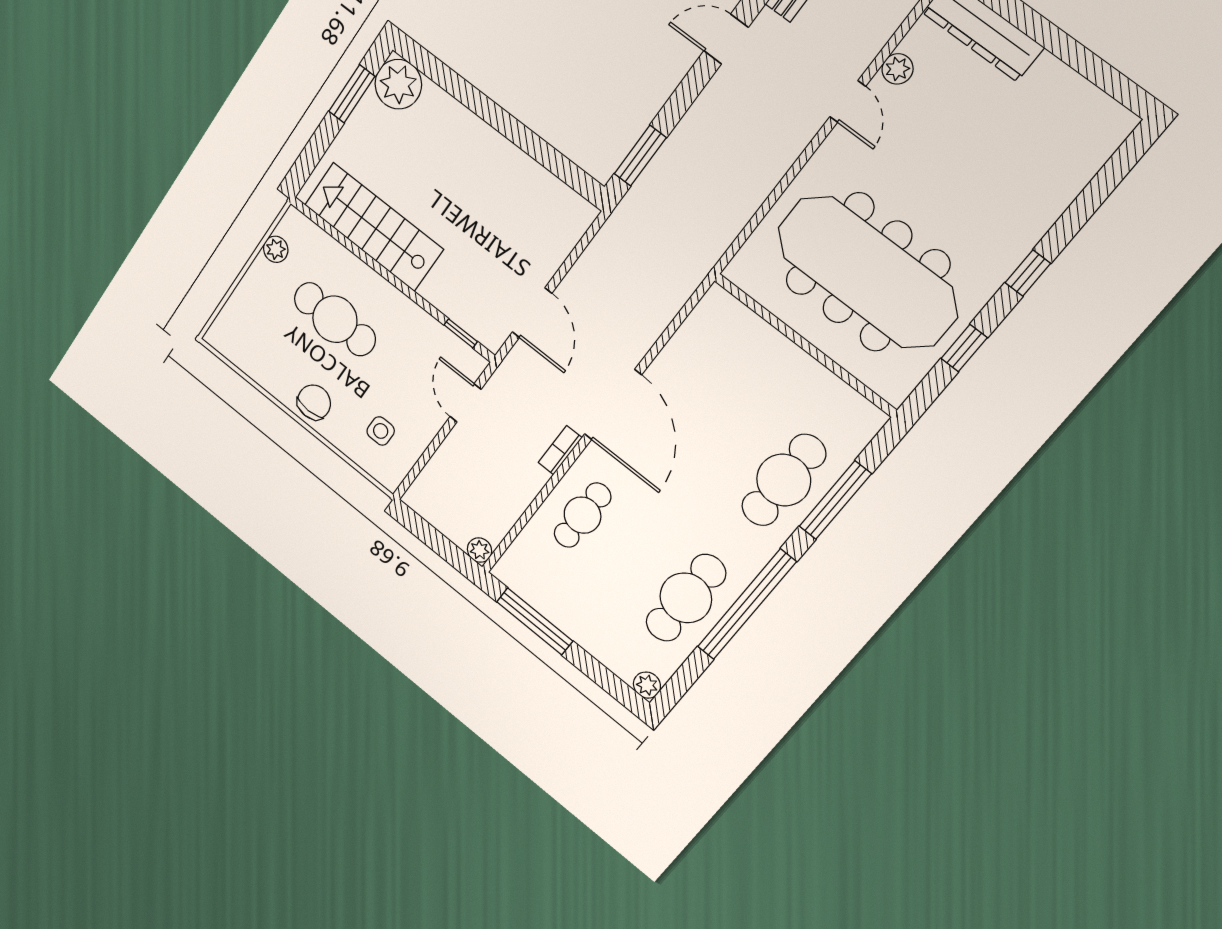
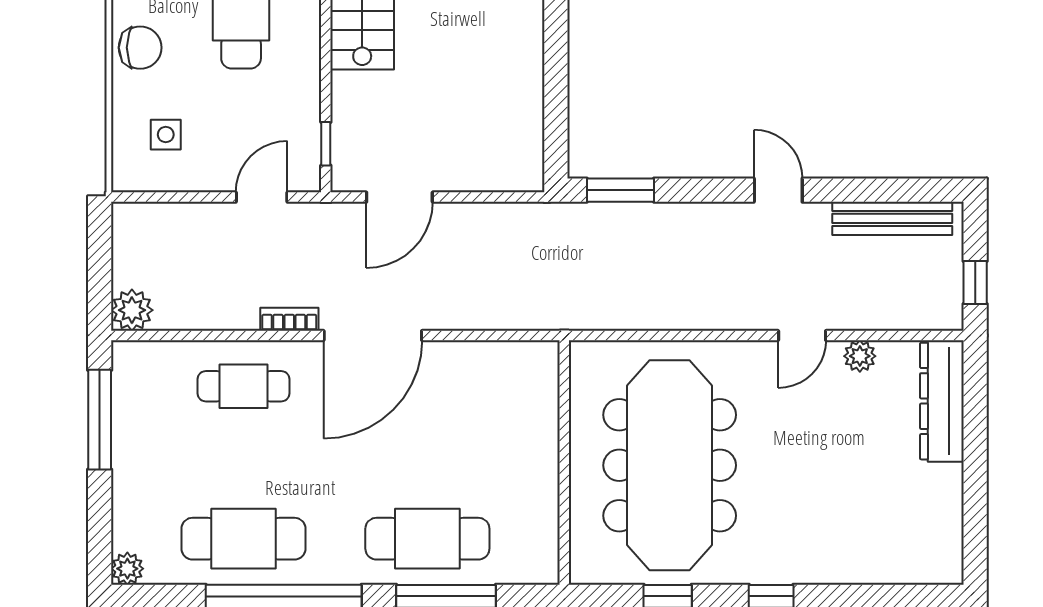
plant: (479, 550) -> (132, 310), width x1.38, depth x1.38

